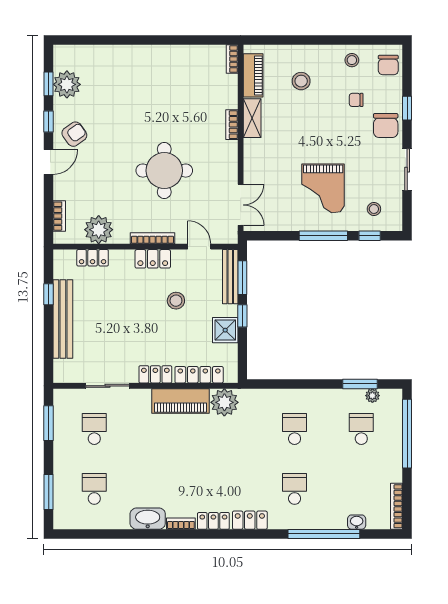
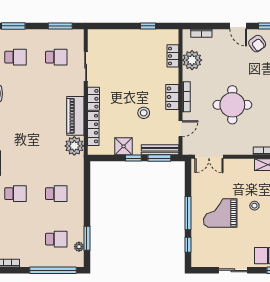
stool: (374, 209) -> (254, 206), moved
bench: (63, 319) -> (131, 36), removed

